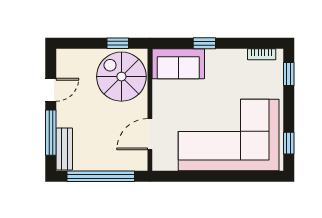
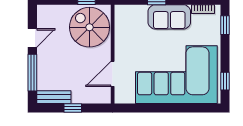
sofa: (178, 64) -> (169, 17), moved
bench: (64, 149) -> (54, 97), moved, turned 90
window: (101, 176) -> (73, 108), width x0.32

